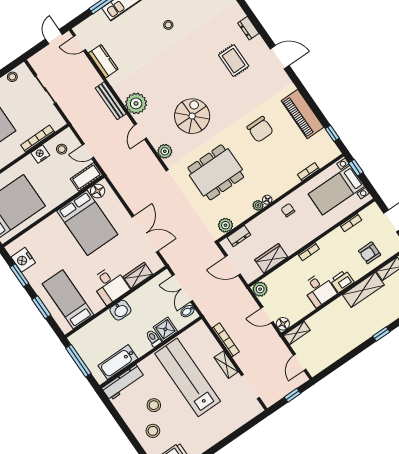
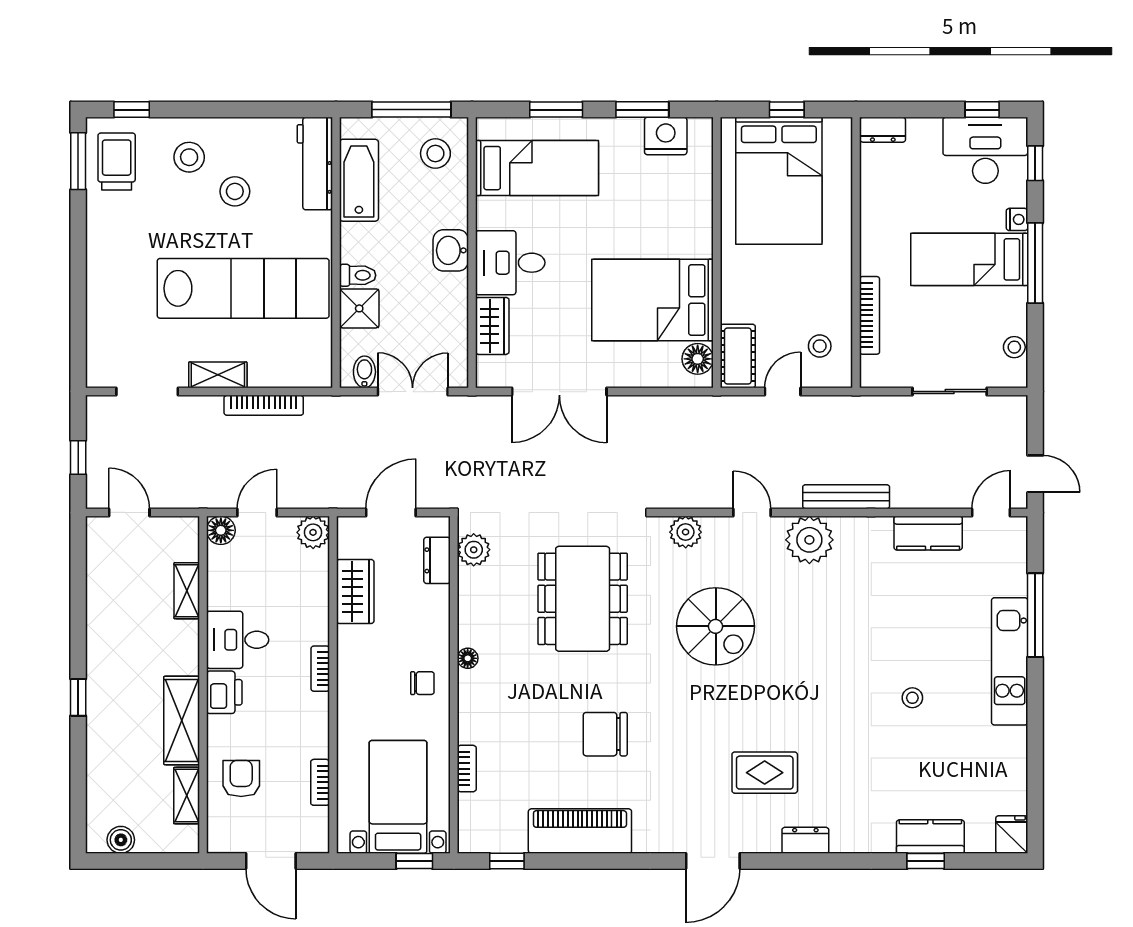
nightstand: (40, 154) -> (838, 301), removed
plant: (258, 205) -> (469, 634), removed
shelving: (297, 333) -> (187, 591), moved
stool: (89, 341) -> (435, 153), added

